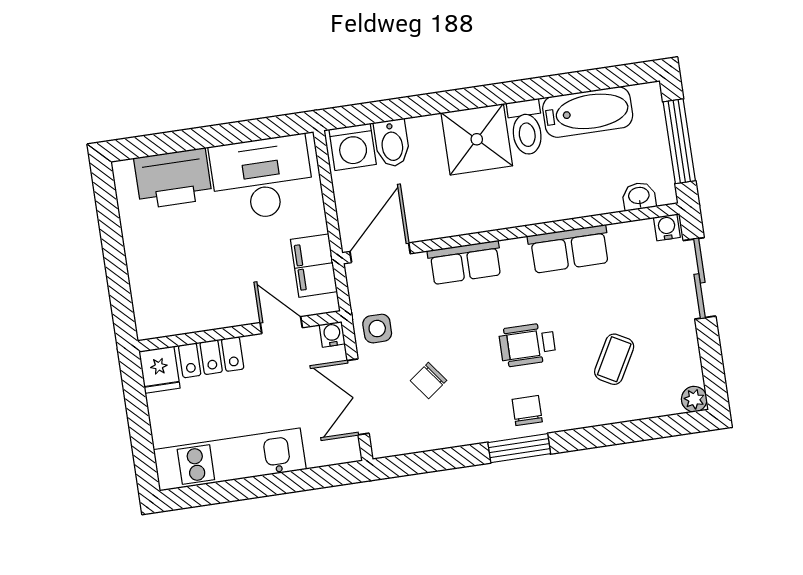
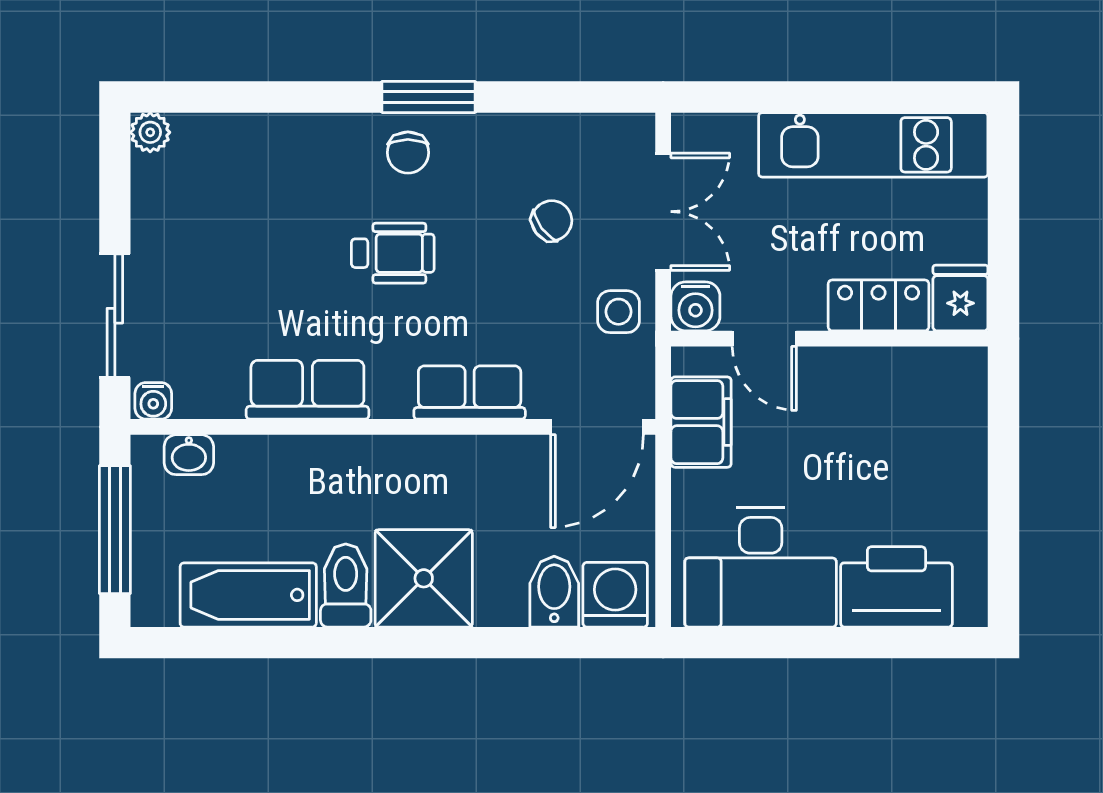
water cooler: (332, 334) -> (695, 306), width x1.38, depth x1.38
coffee table: (614, 359) -> (263, 211), removed

